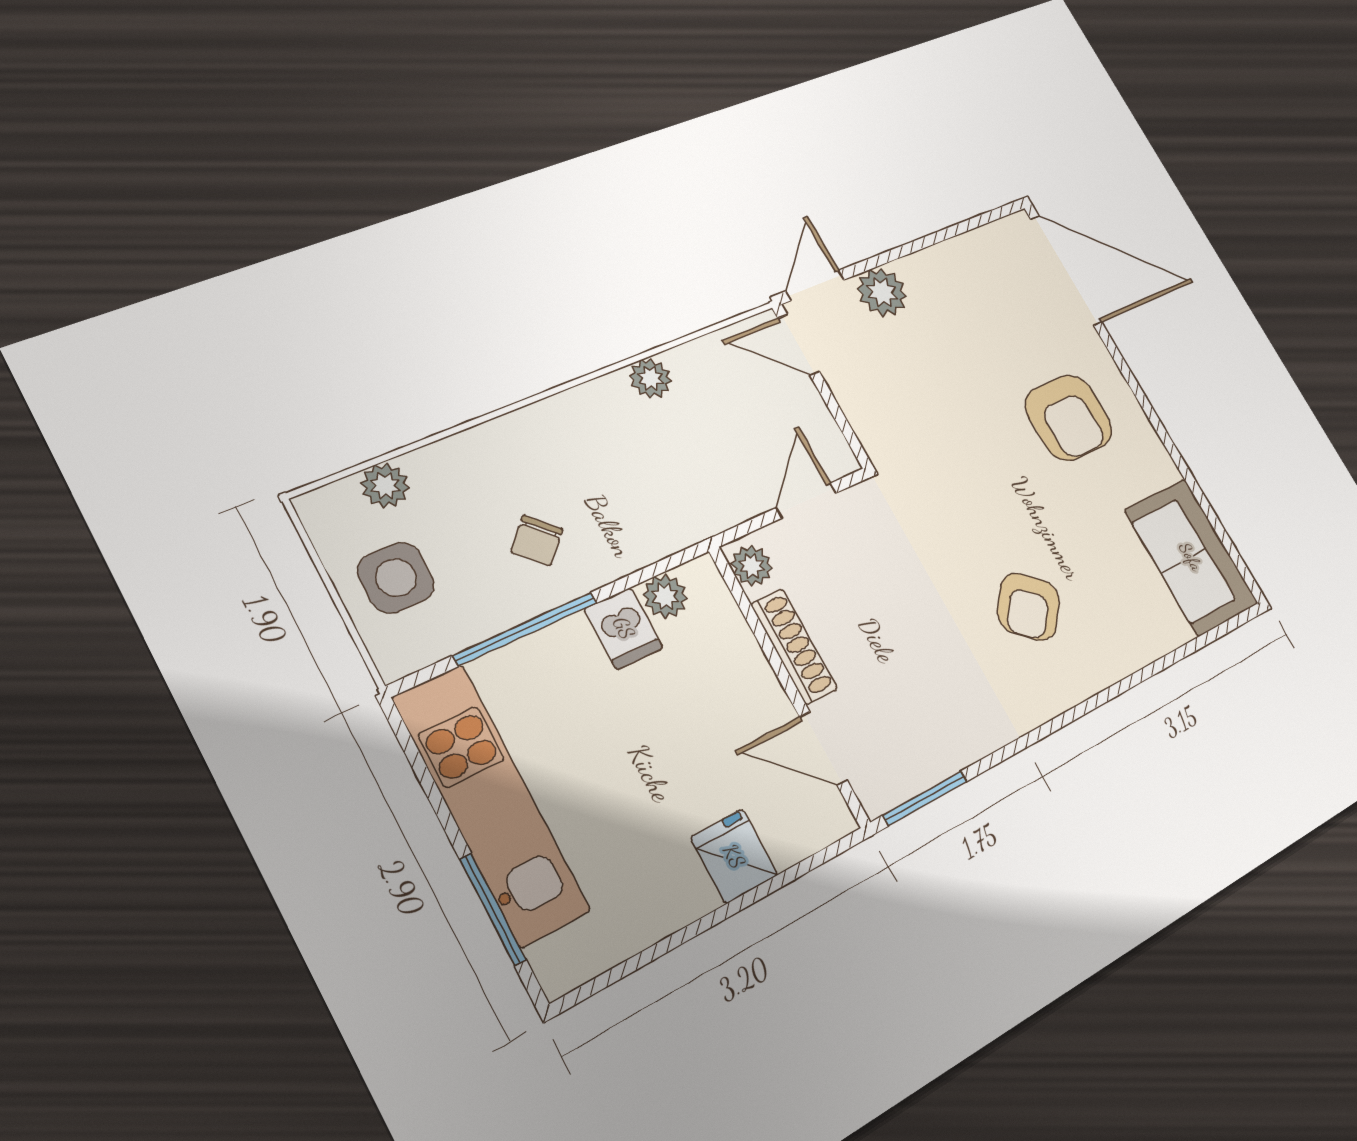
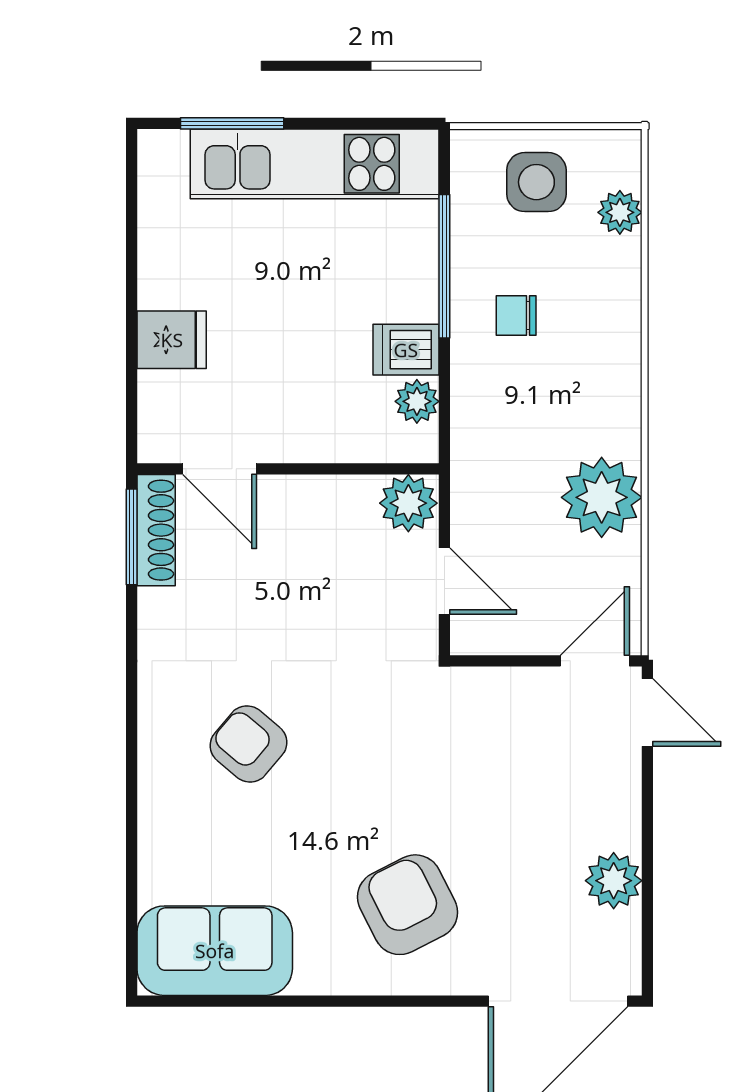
plant: (882, 292) -> (614, 881), moved
plant: (651, 378) -> (602, 497), width x1.87, depth x1.87
armchair: (1069, 418) -> (408, 905), turned 63
chair: (537, 541) -> (516, 315), turned -45
plant: (752, 566) -> (408, 503), width x1.38, depth x1.38
shoe rack: (794, 646) -> (156, 530), moved, turned -90
door: (823, 749) -> (220, 469), swing flipped

